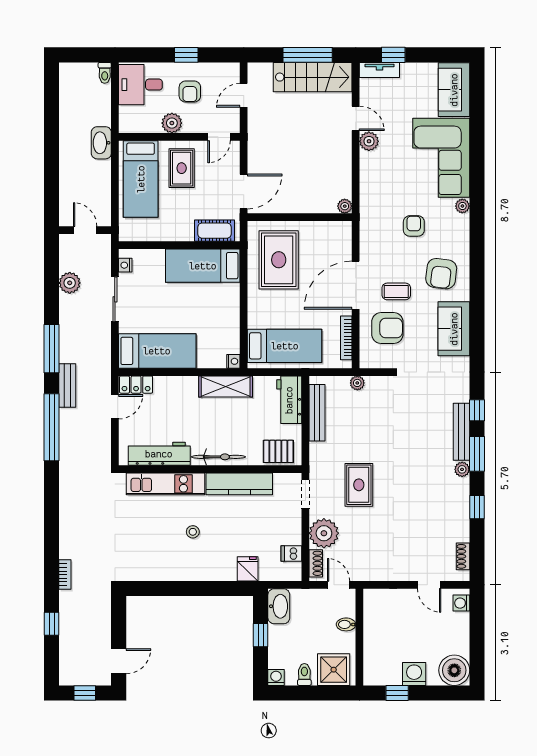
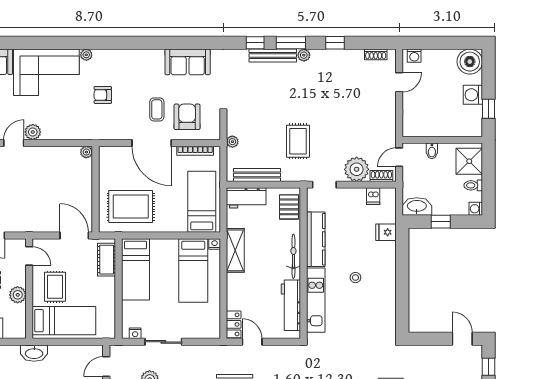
rug: (182, 168) -> (55, 287), turned 90
armchair: (441, 274) -> (142, 72), removed
bed: (157, 351) -> (193, 270), moved, turned 180
rug: (359, 485) -> (298, 141), moved, turned 90

